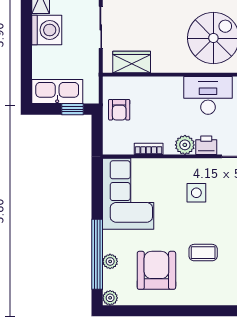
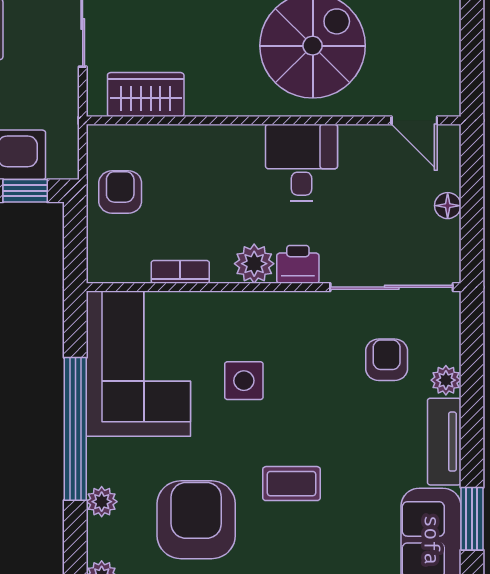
desk: (208, 95) -> (302, 163), width x0.73
armchair: (119, 110) -> (120, 192), turned 180
side table: (196, 193) -> (244, 381), moved
window: (97, 254) -> (75, 429), moved

